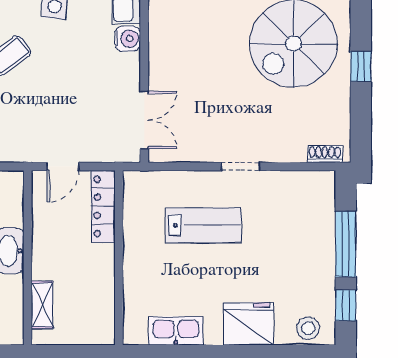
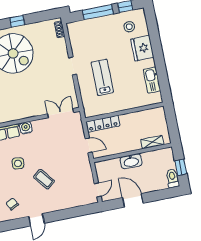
stool: (308, 328) -> (129, 27), moved

